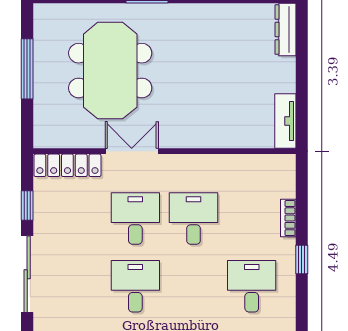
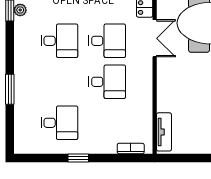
tv unit: (285, 121) -> (164, 132), moved, turned 90
bookcase: (288, 218) -> (131, 148), moved

